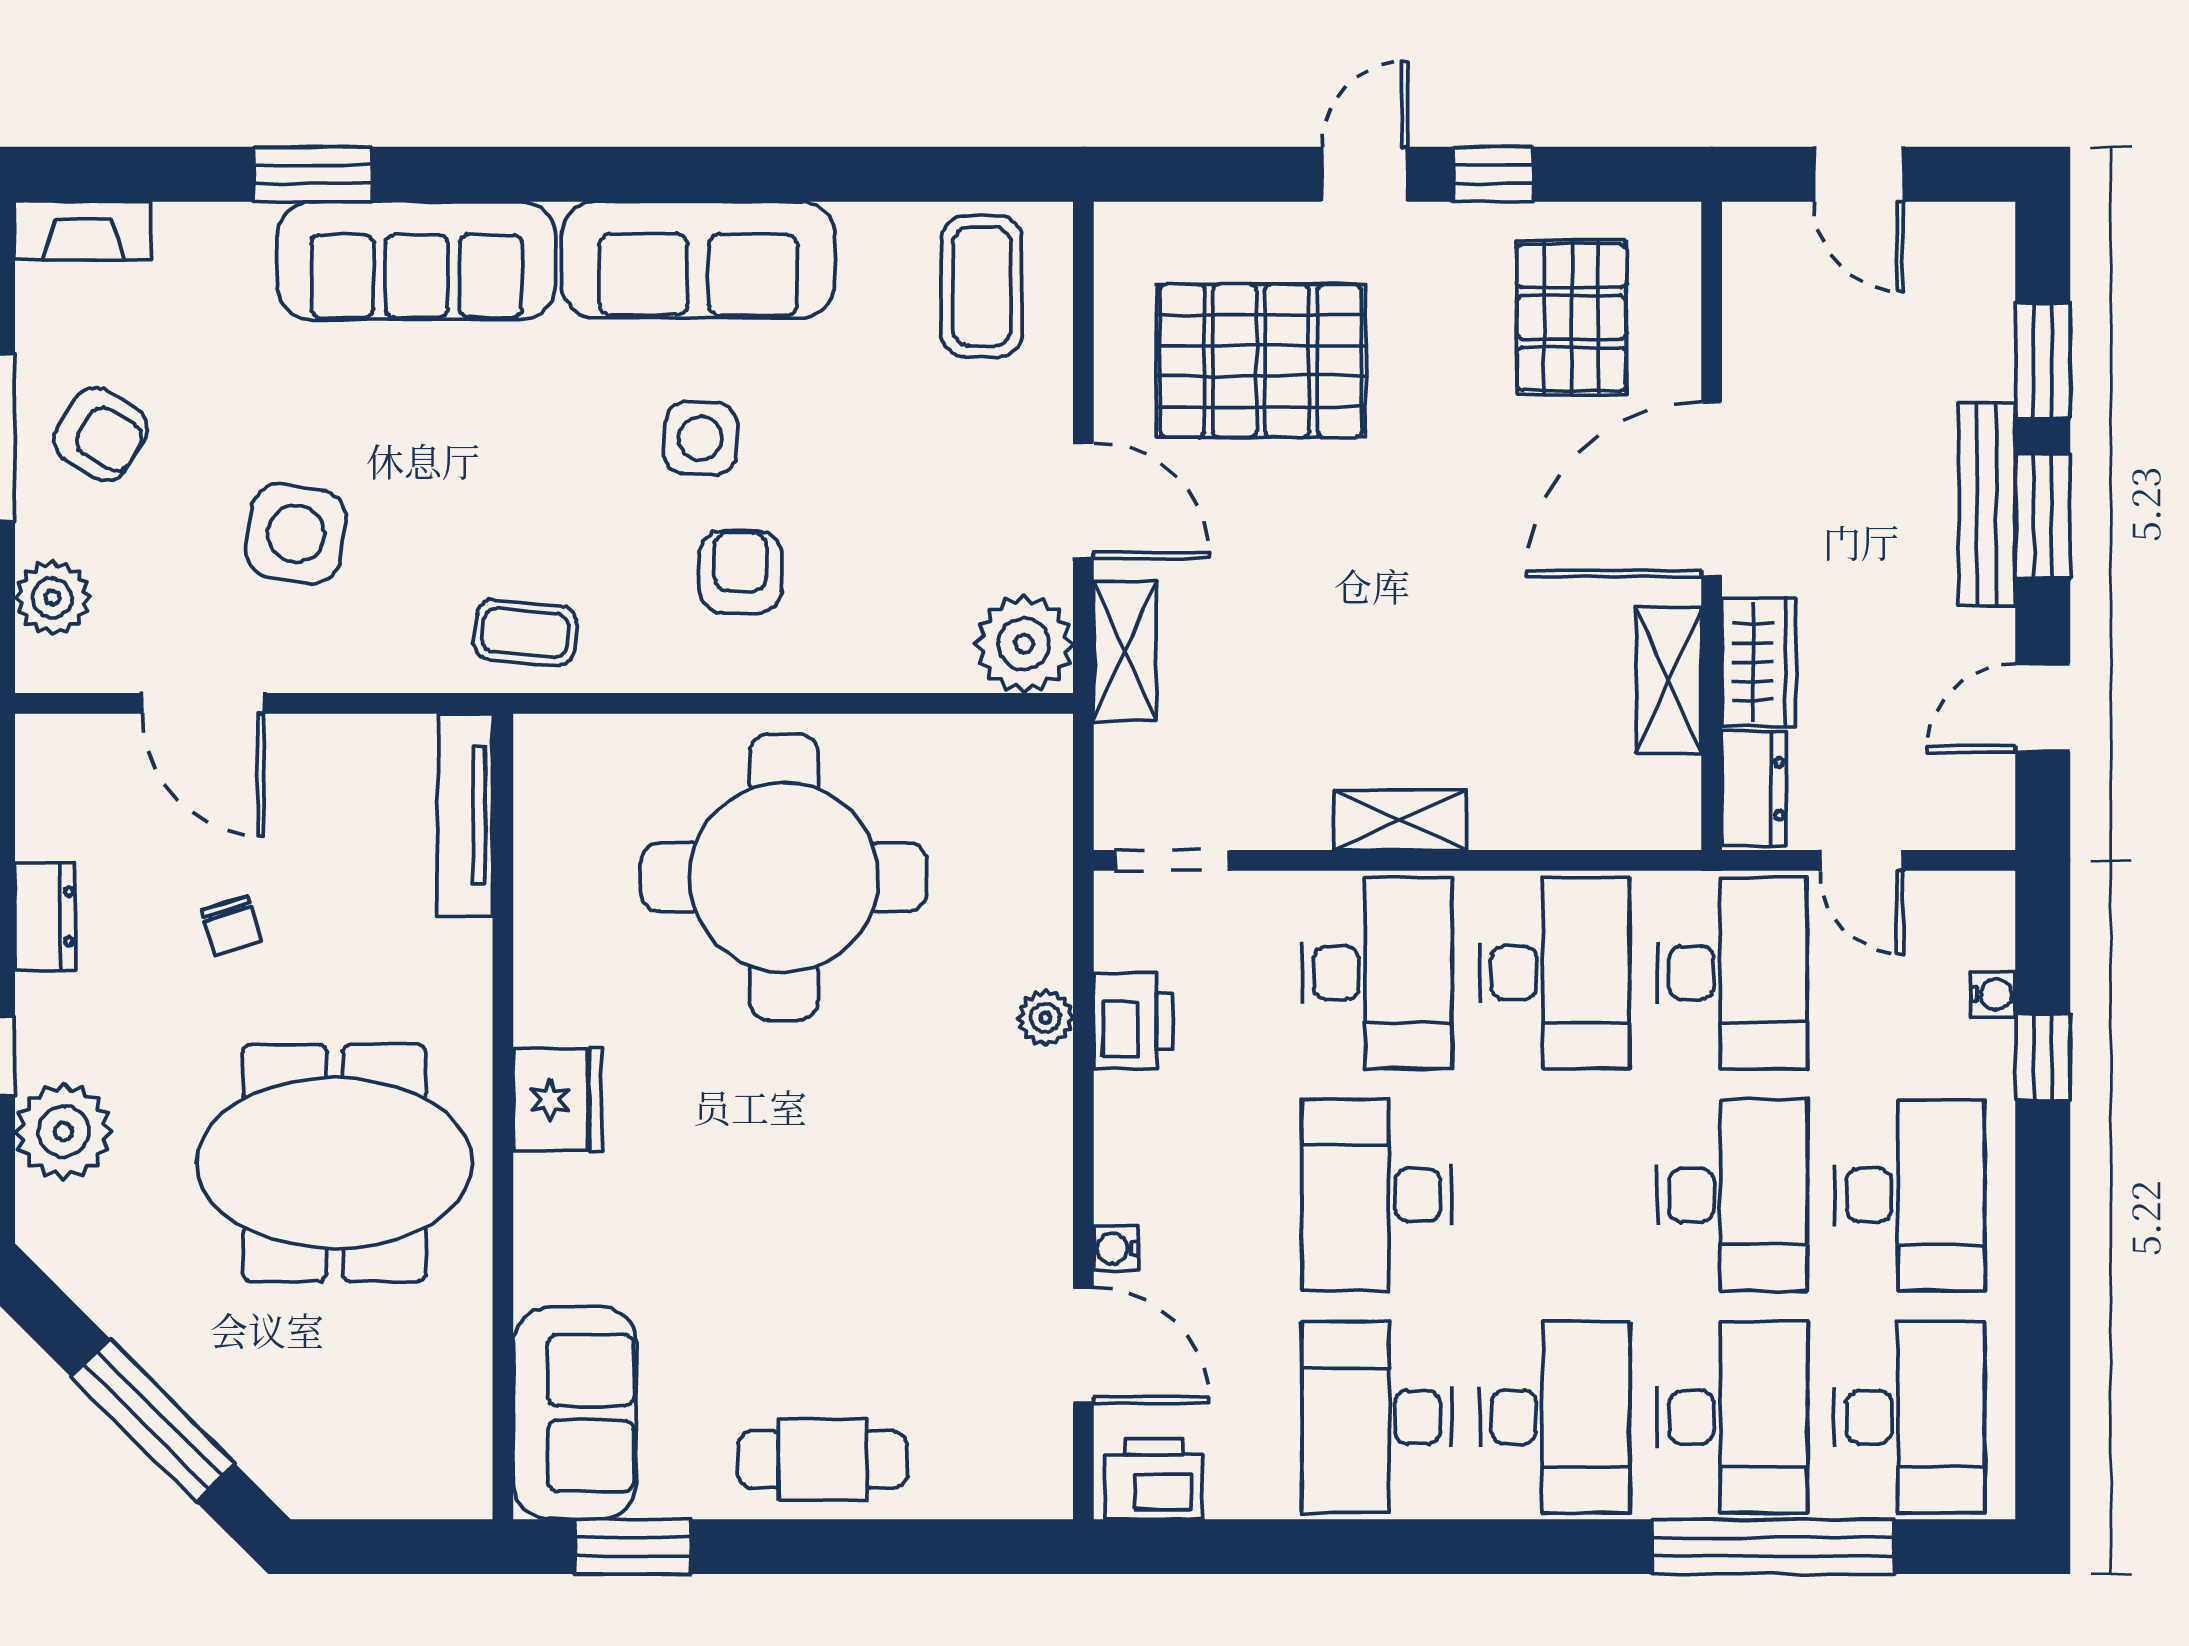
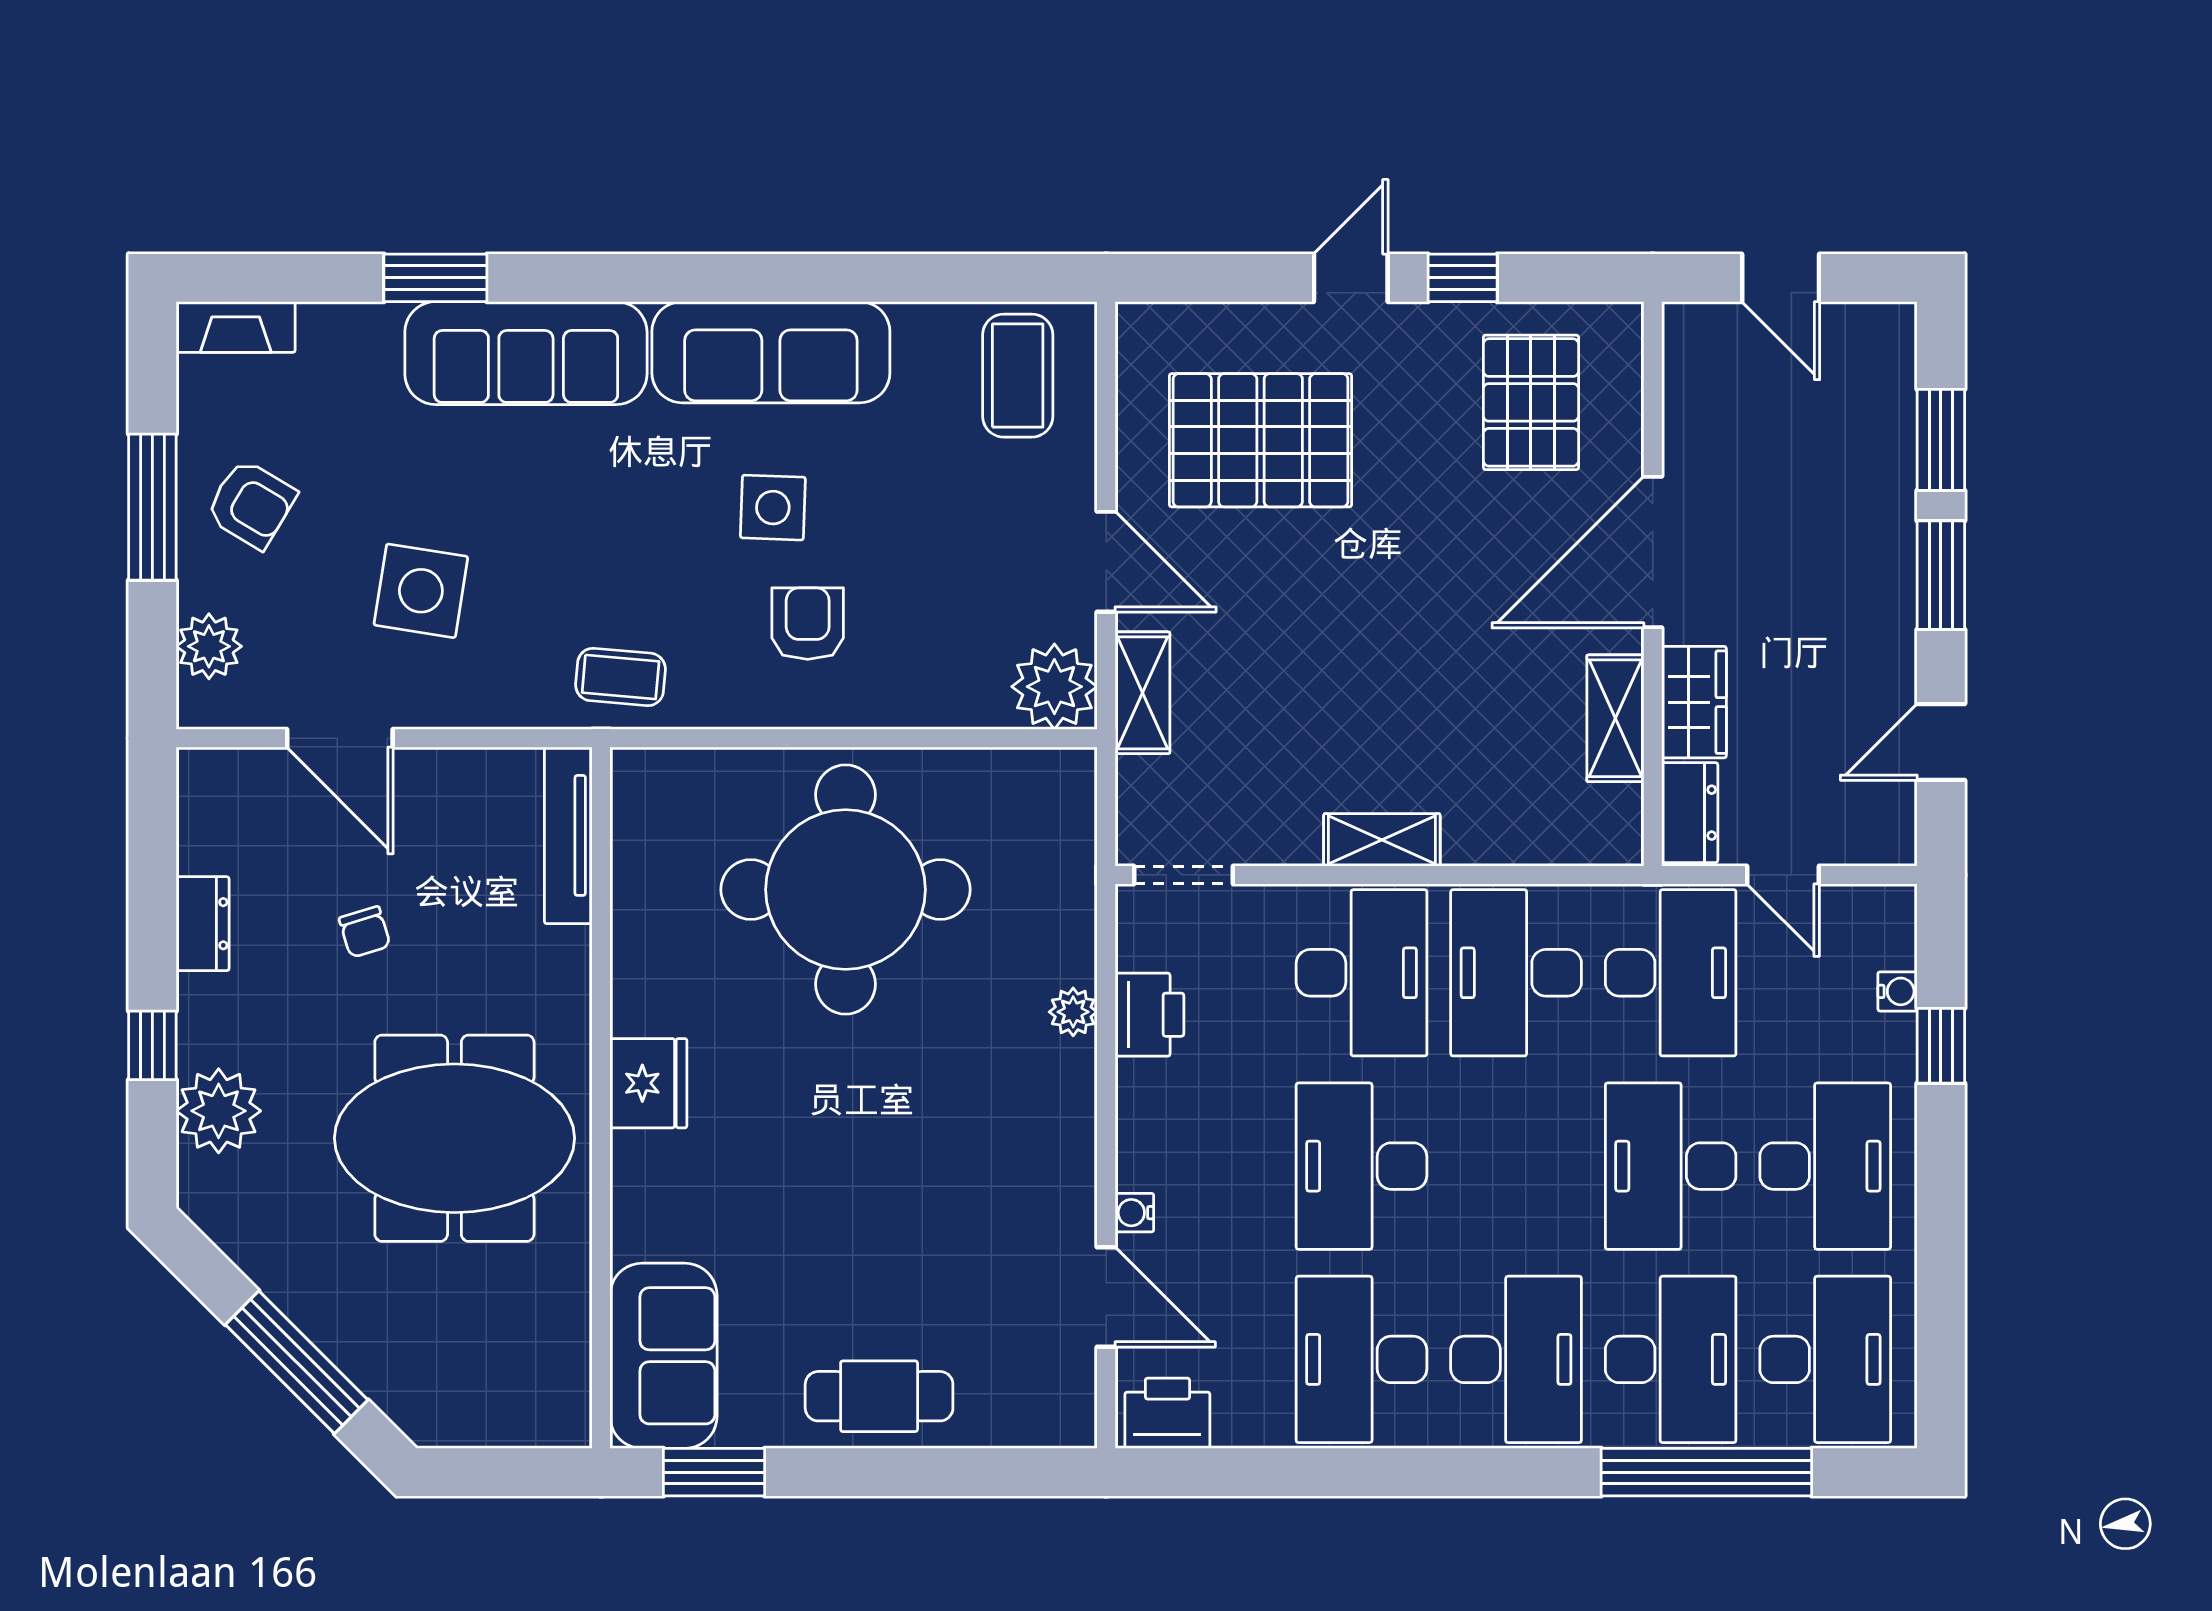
bench: (1987, 505) -> (1892, 565), removed
desk: (1554, 973) -> (1516, 973), turned 180
desk: (1732, 1195) -> (1671, 1166), turned 180

